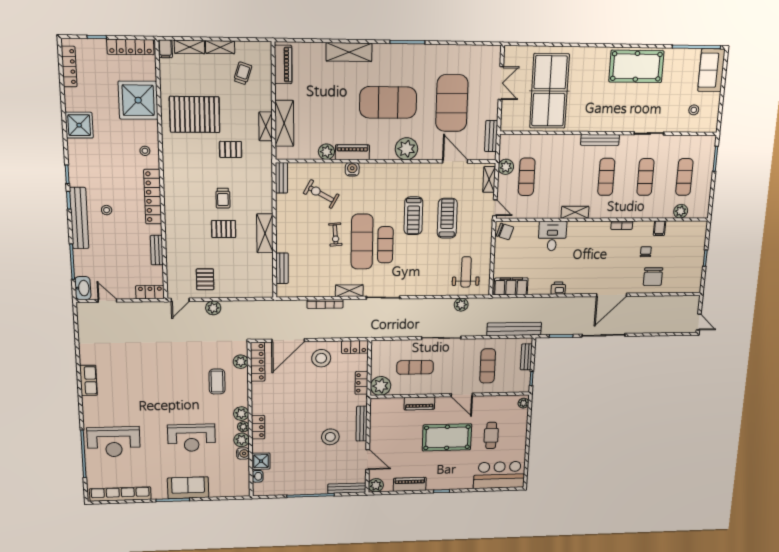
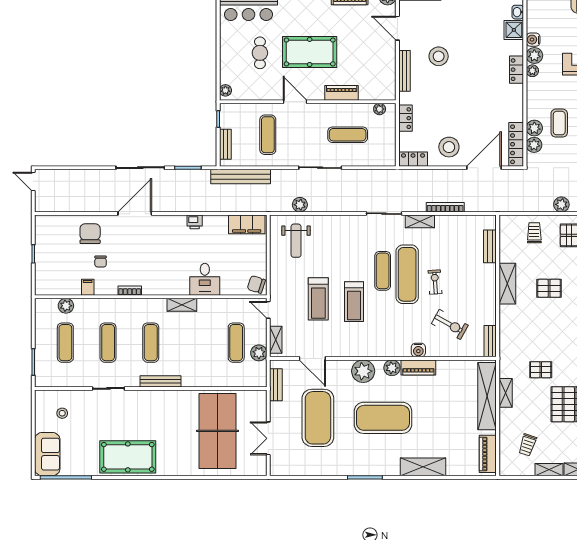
shelving: (284, 123) -> (487, 396), width x1.47
plant: (326, 152) -> (392, 368), moved
trolley: (223, 198) -> (534, 233), moved
treadmill: (413, 216) -> (354, 302), turned 180
plant: (381, 386) -> (380, 109), width x0.53, depth x0.53
plant: (241, 414) -> (534, 128), moved

